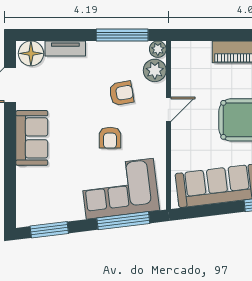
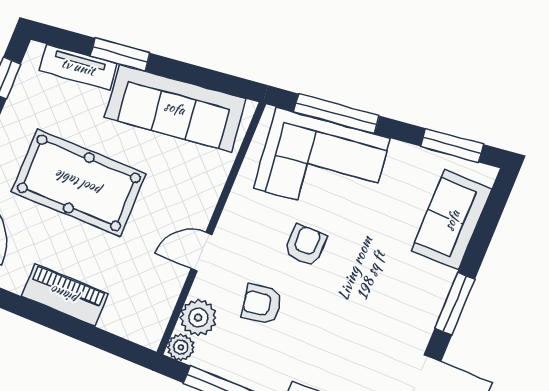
sofa: (32, 138) -> (452, 220), moved
window: (10, 139) -> (455, 304), added

